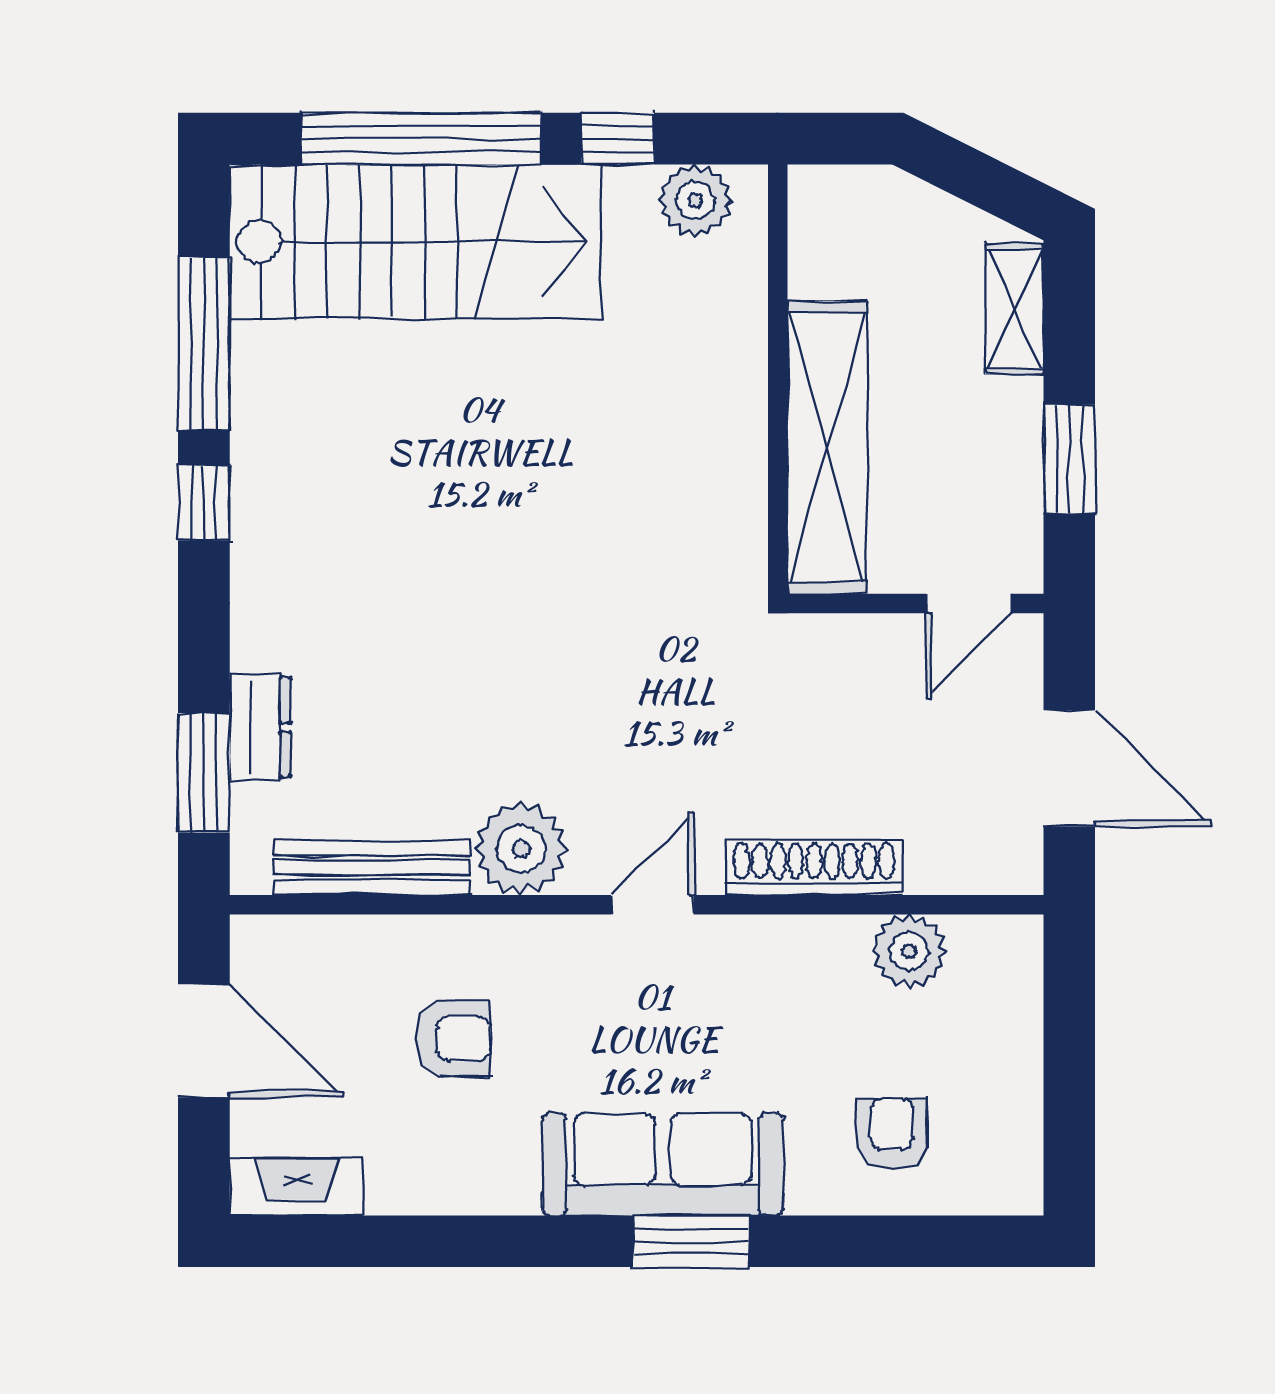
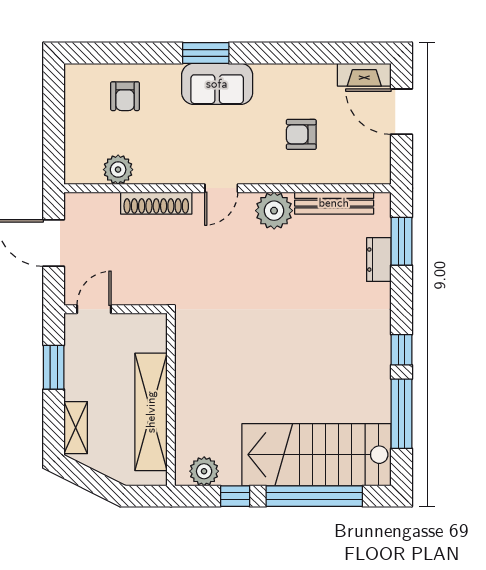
shelving: (827, 447) -> (151, 412), moved
door: (204, 1041) -> (401, 112), moved
sofa: (663, 1164) -> (217, 84), width x0.73

